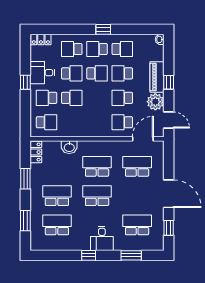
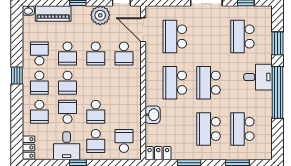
school desk: (97, 73) -> (68, 83), turned 180
piano: (157, 77) -> (53, 14), moved
school desk: (72, 98) -> (96, 112), turned 180
window: (89, 255) -> (277, 92), width x3.17

